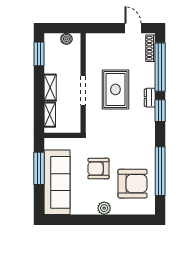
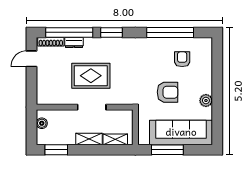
dresser: (150, 98) -> (74, 43), moved
armchair: (98, 169) -> (168, 92), turned -90
armchair: (133, 184) -> (182, 59), width x0.53, depth x0.53
plant: (104, 208) -> (206, 100), moved

